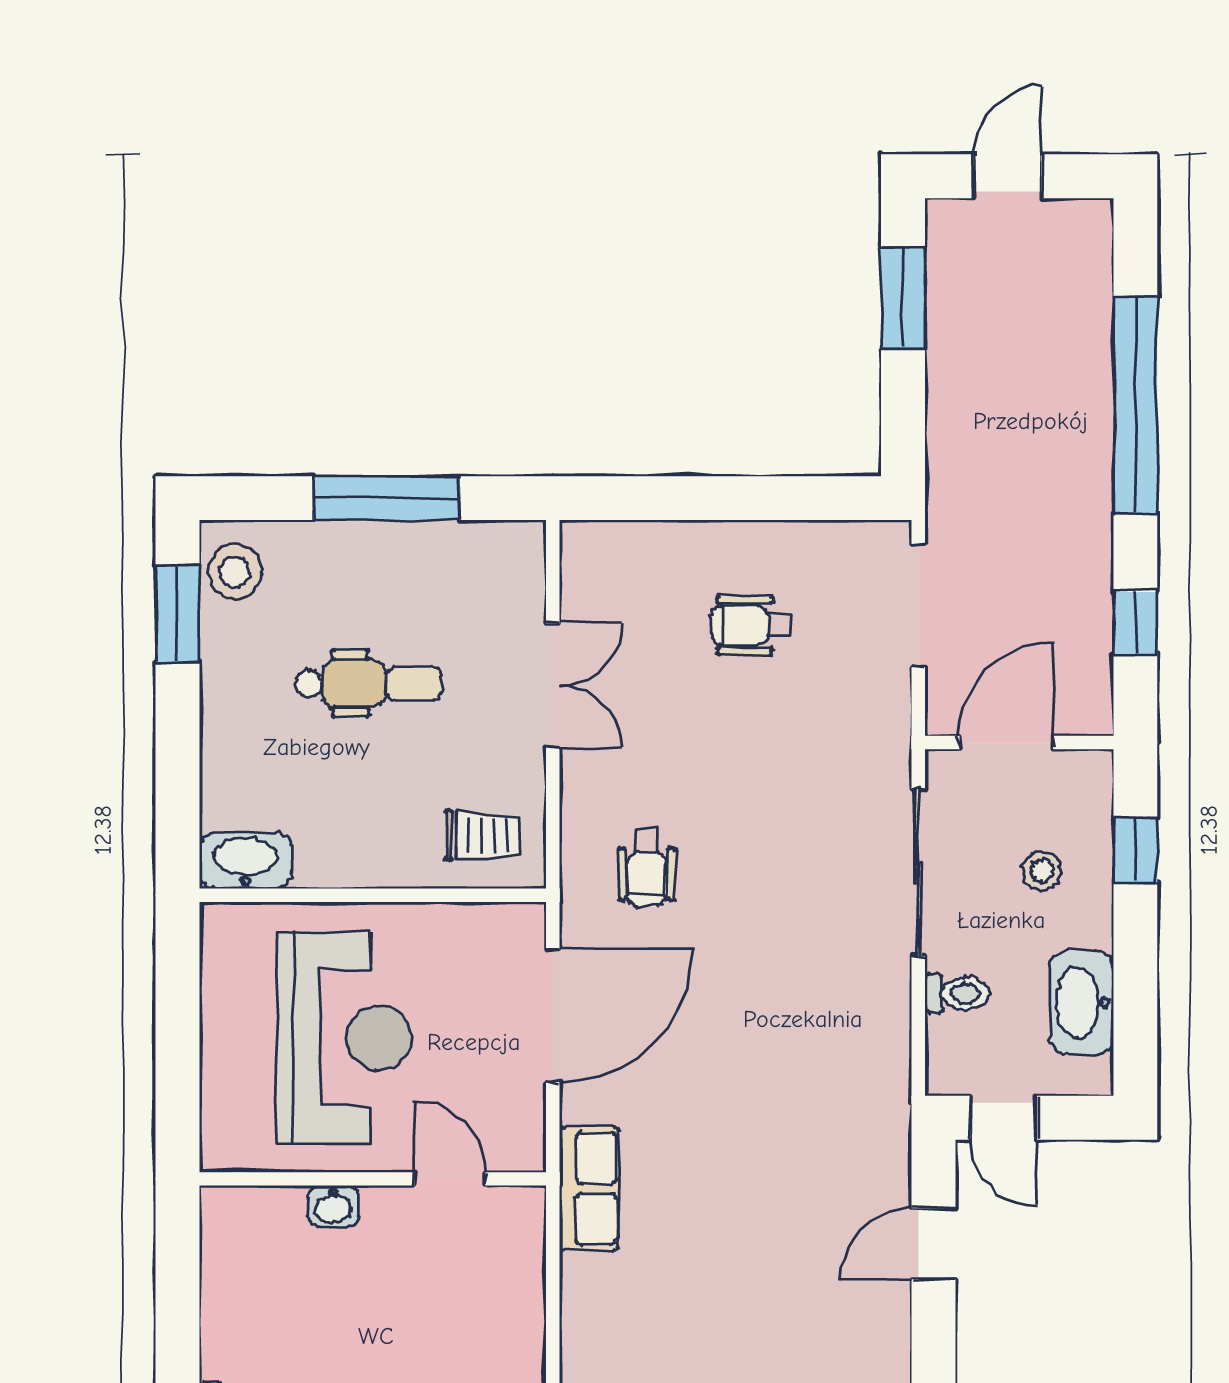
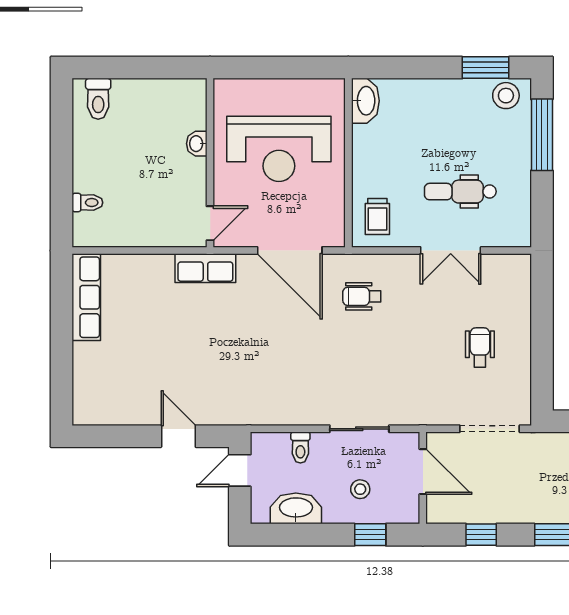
window: (386, 498) -> (542, 135), moved
dental chair: (369, 683) -> (460, 192), moved, turned 90
sliding door: (918, 873) -> (359, 429), width x0.73
door: (450, 1179) -> (210, 223), moved

